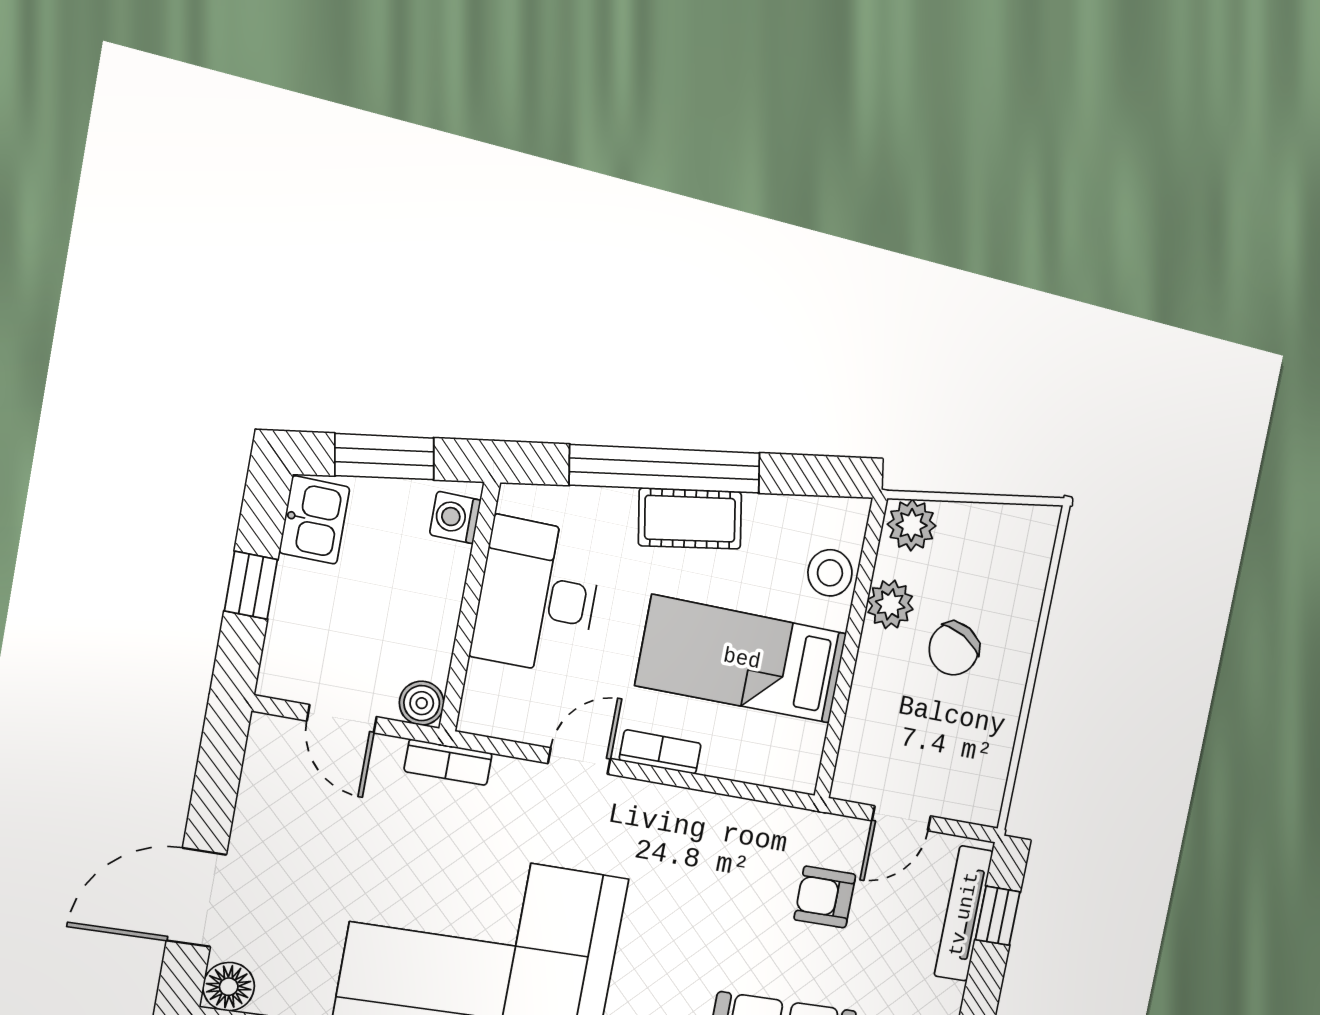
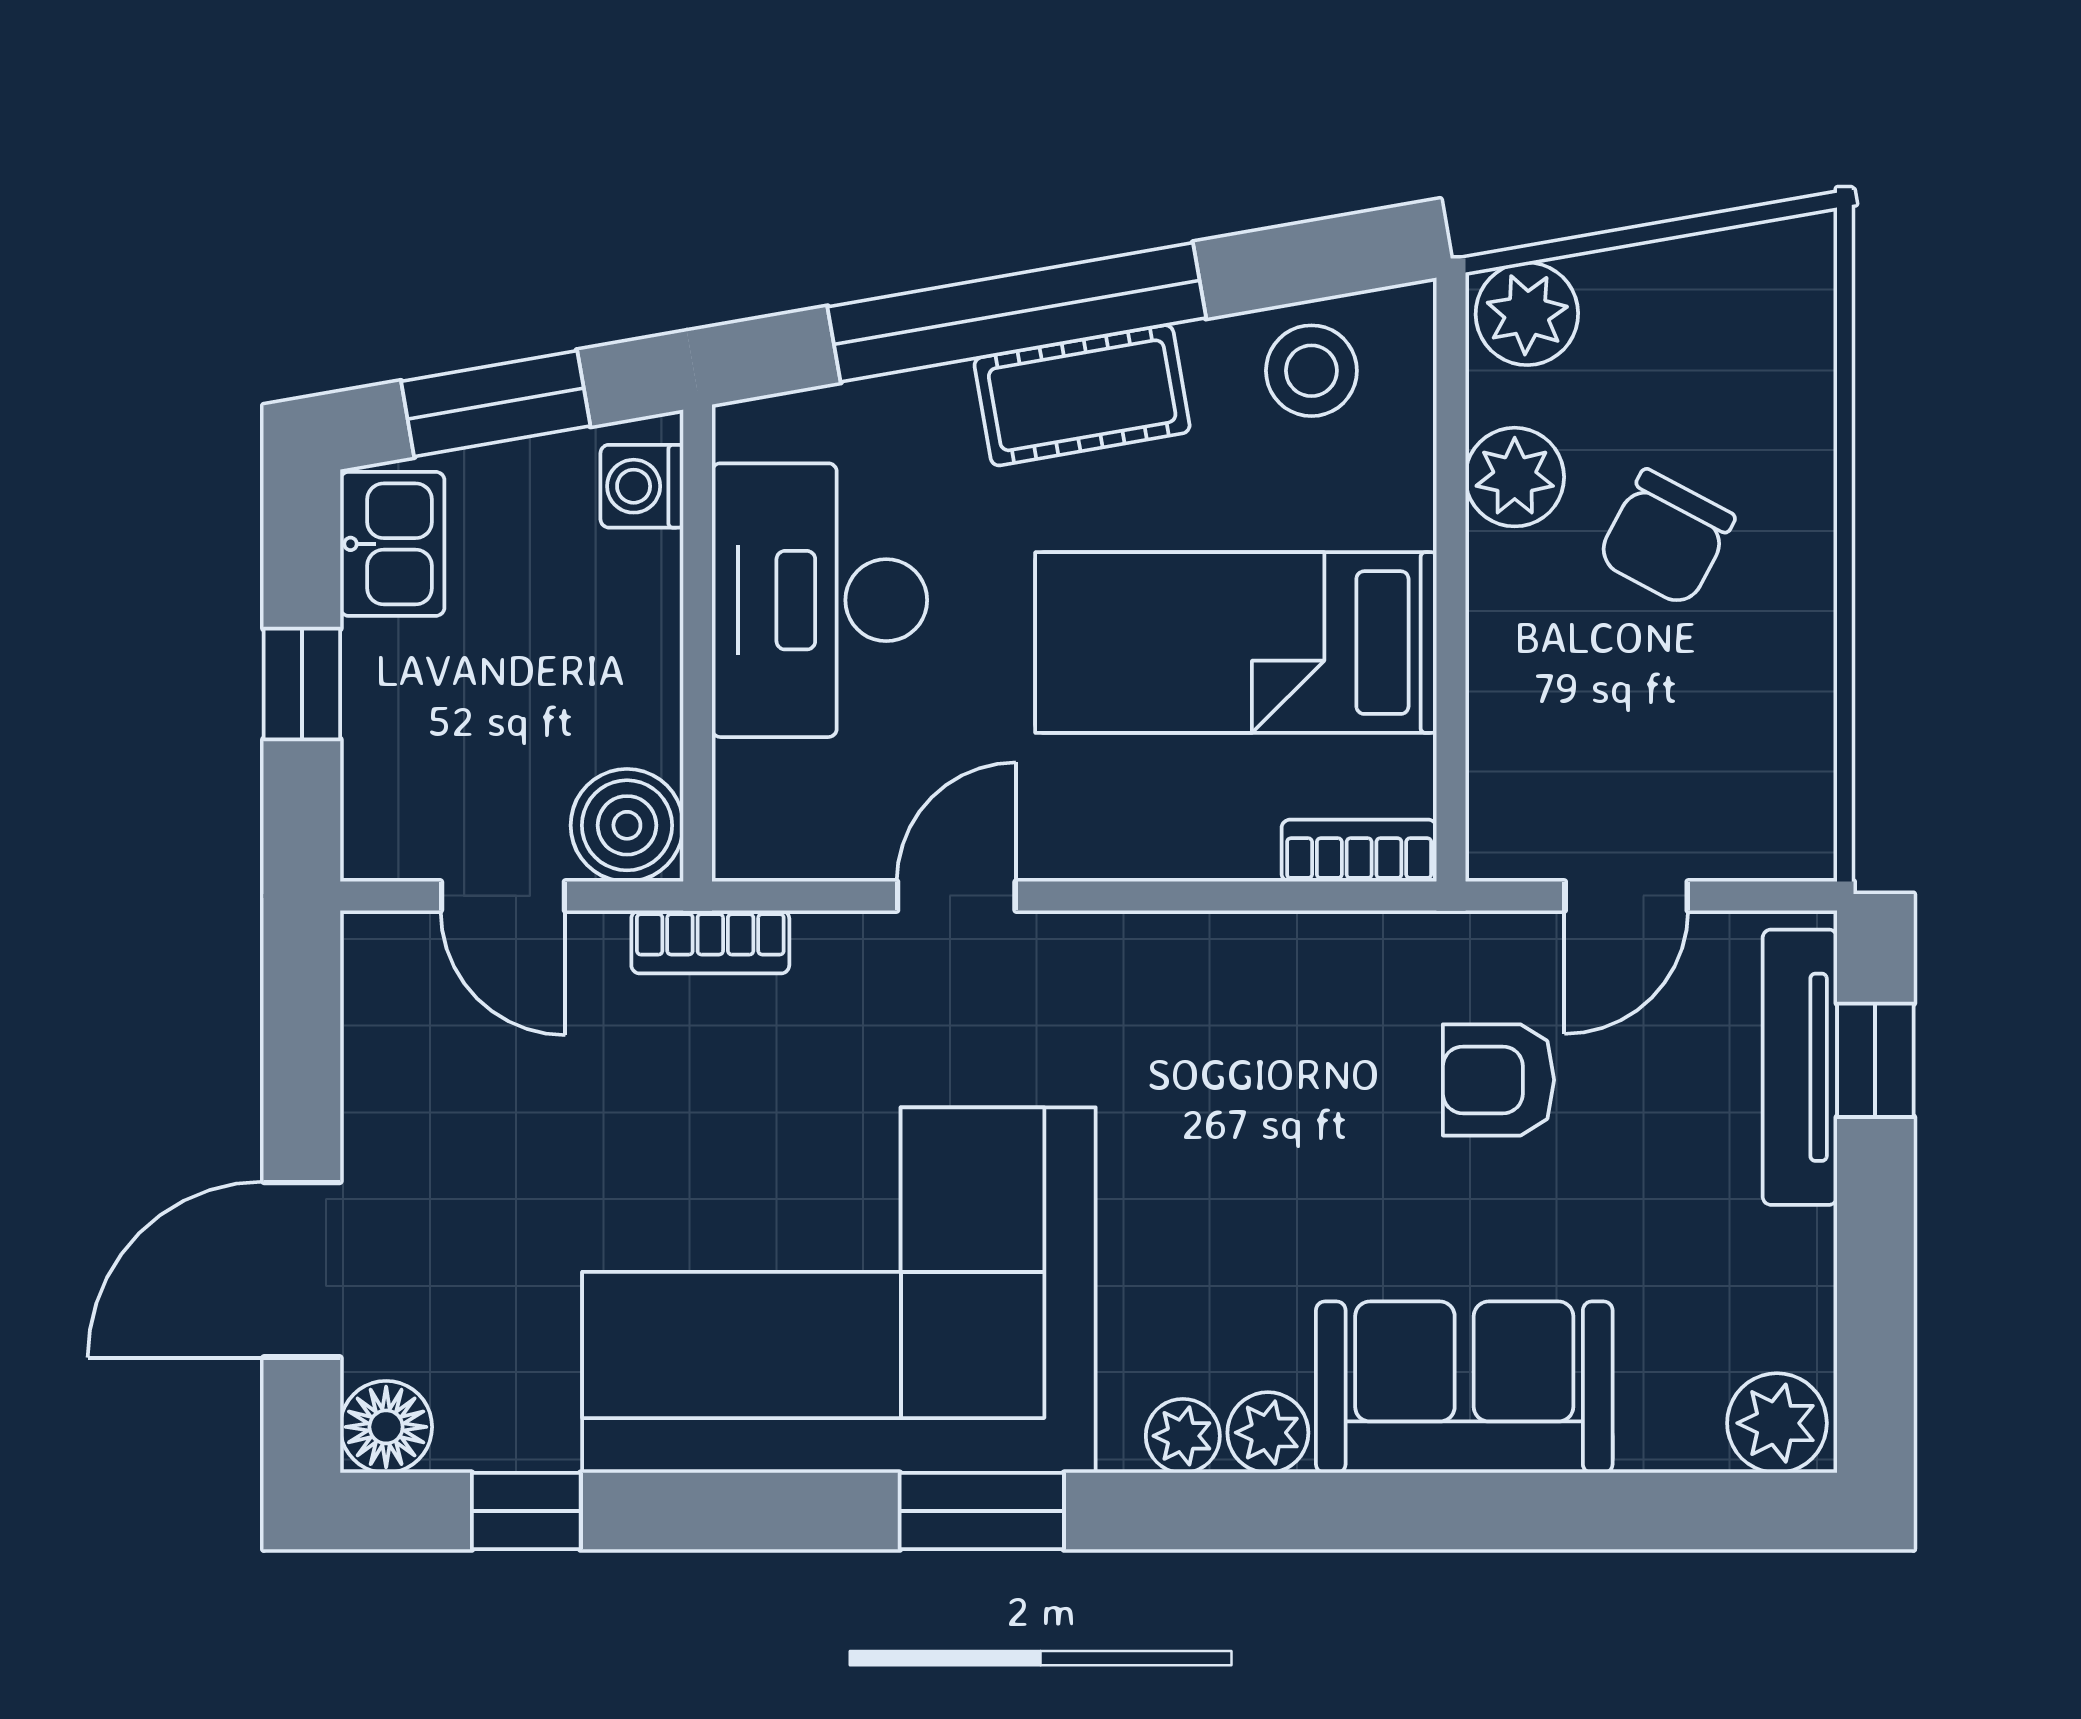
stool: (830, 573) -> (1311, 371), moved
boiler: (422, 703) -> (627, 825), width x1.36, depth x1.36
bookcase: (660, 752) -> (1359, 851), moved

